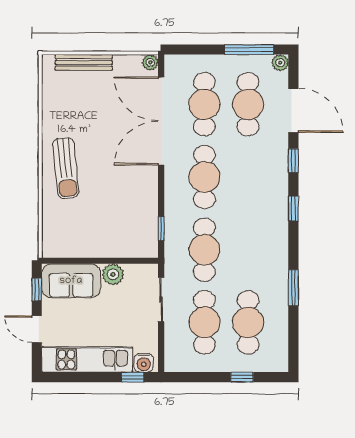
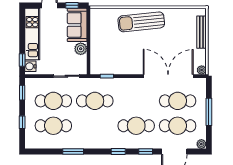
window: (249, 50) -> (209, 112), moved
sun lounger: (66, 168) -> (141, 22), width x1.36, depth x1.34
cafe table: (204, 177) -> (136, 126), moved
window: (190, 377) -> (22, 93), added

